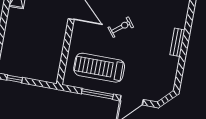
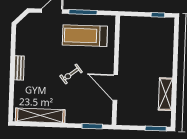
treadmill: (99, 68) -> (85, 36), turned 180

